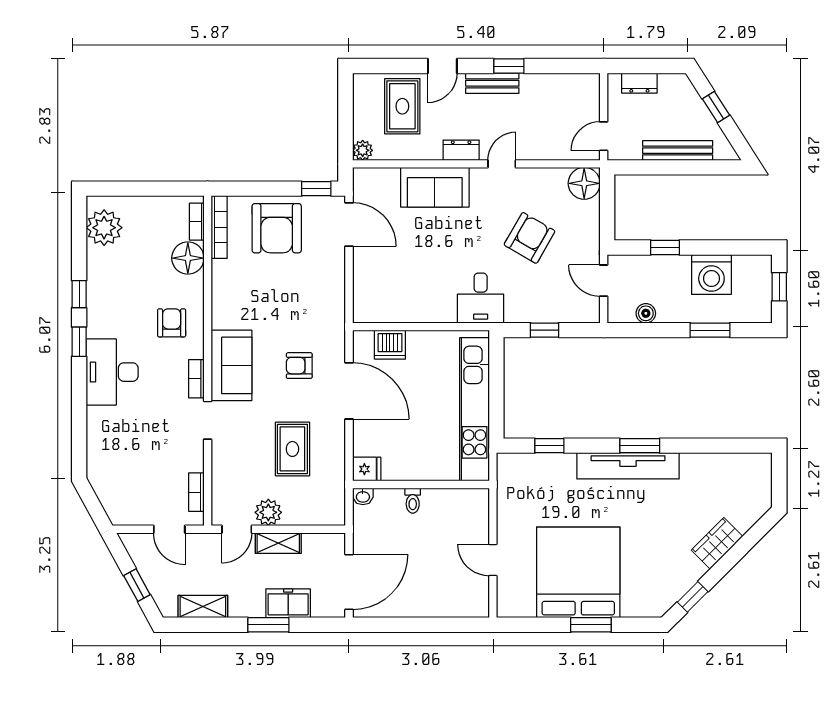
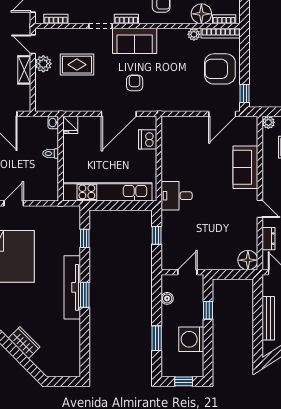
dresser: (461, 150) -> (268, 239), moved
armchair: (530, 238) -> (214, 226), removed
plant: (221, 270) -> (194, 34), added
rug: (292, 449) -> (77, 65), moved

